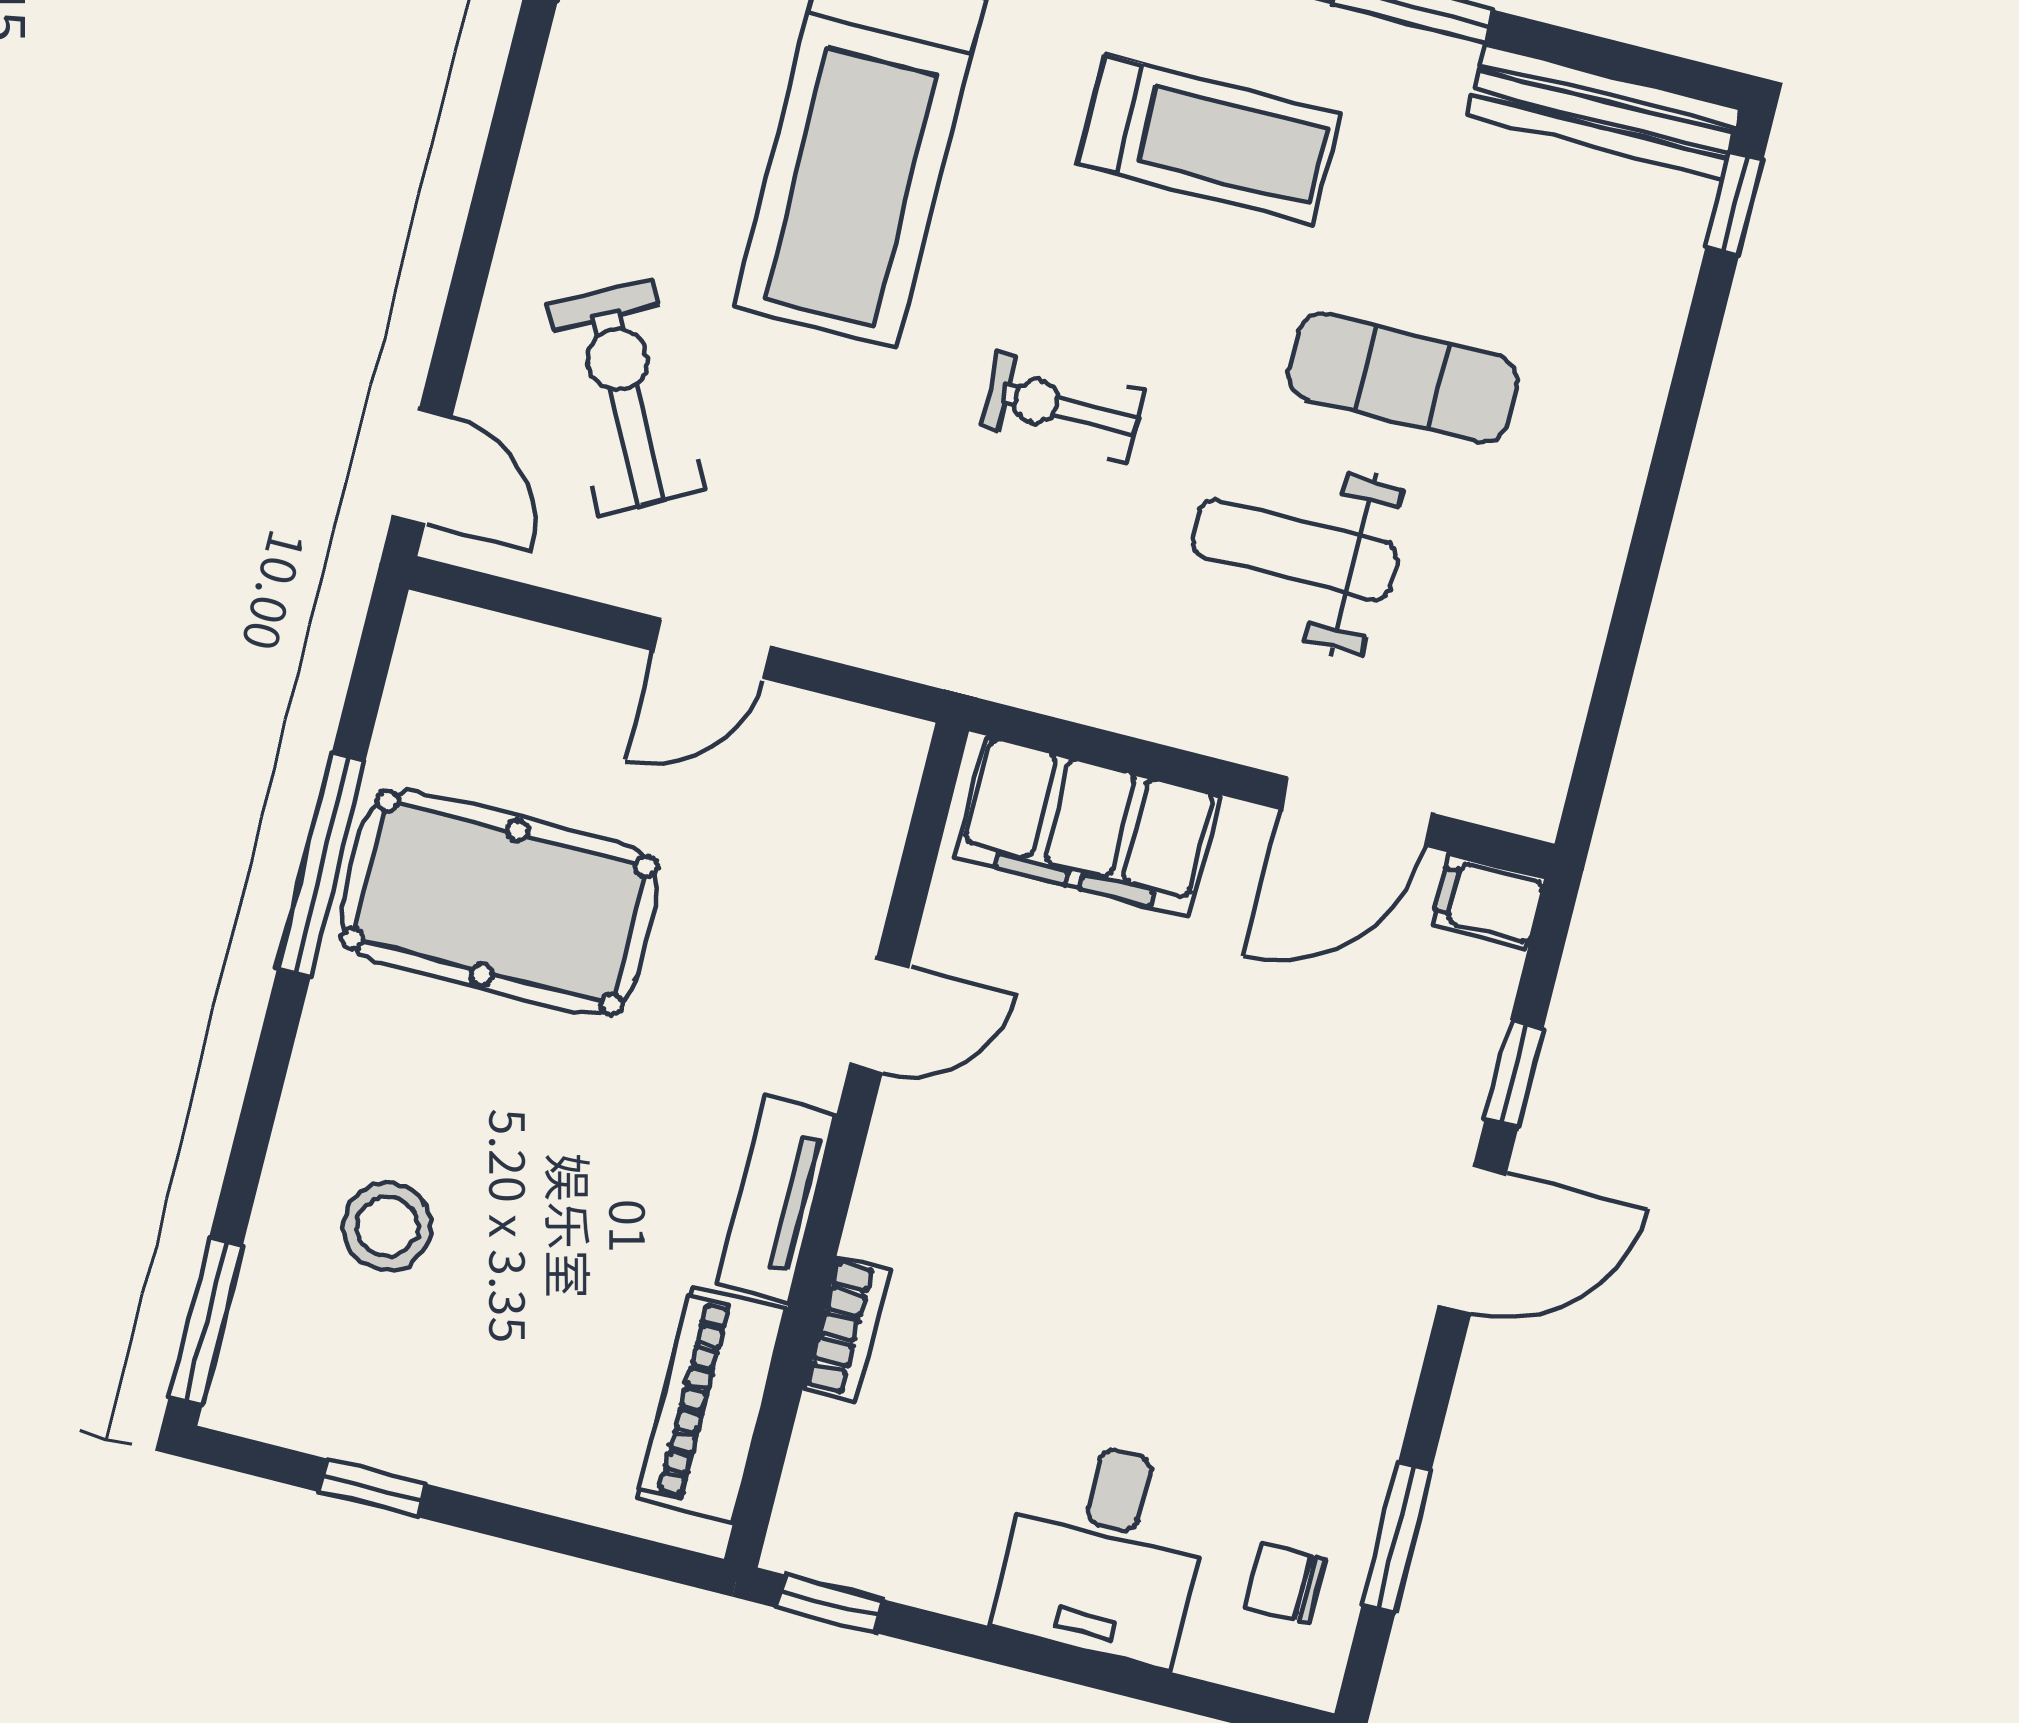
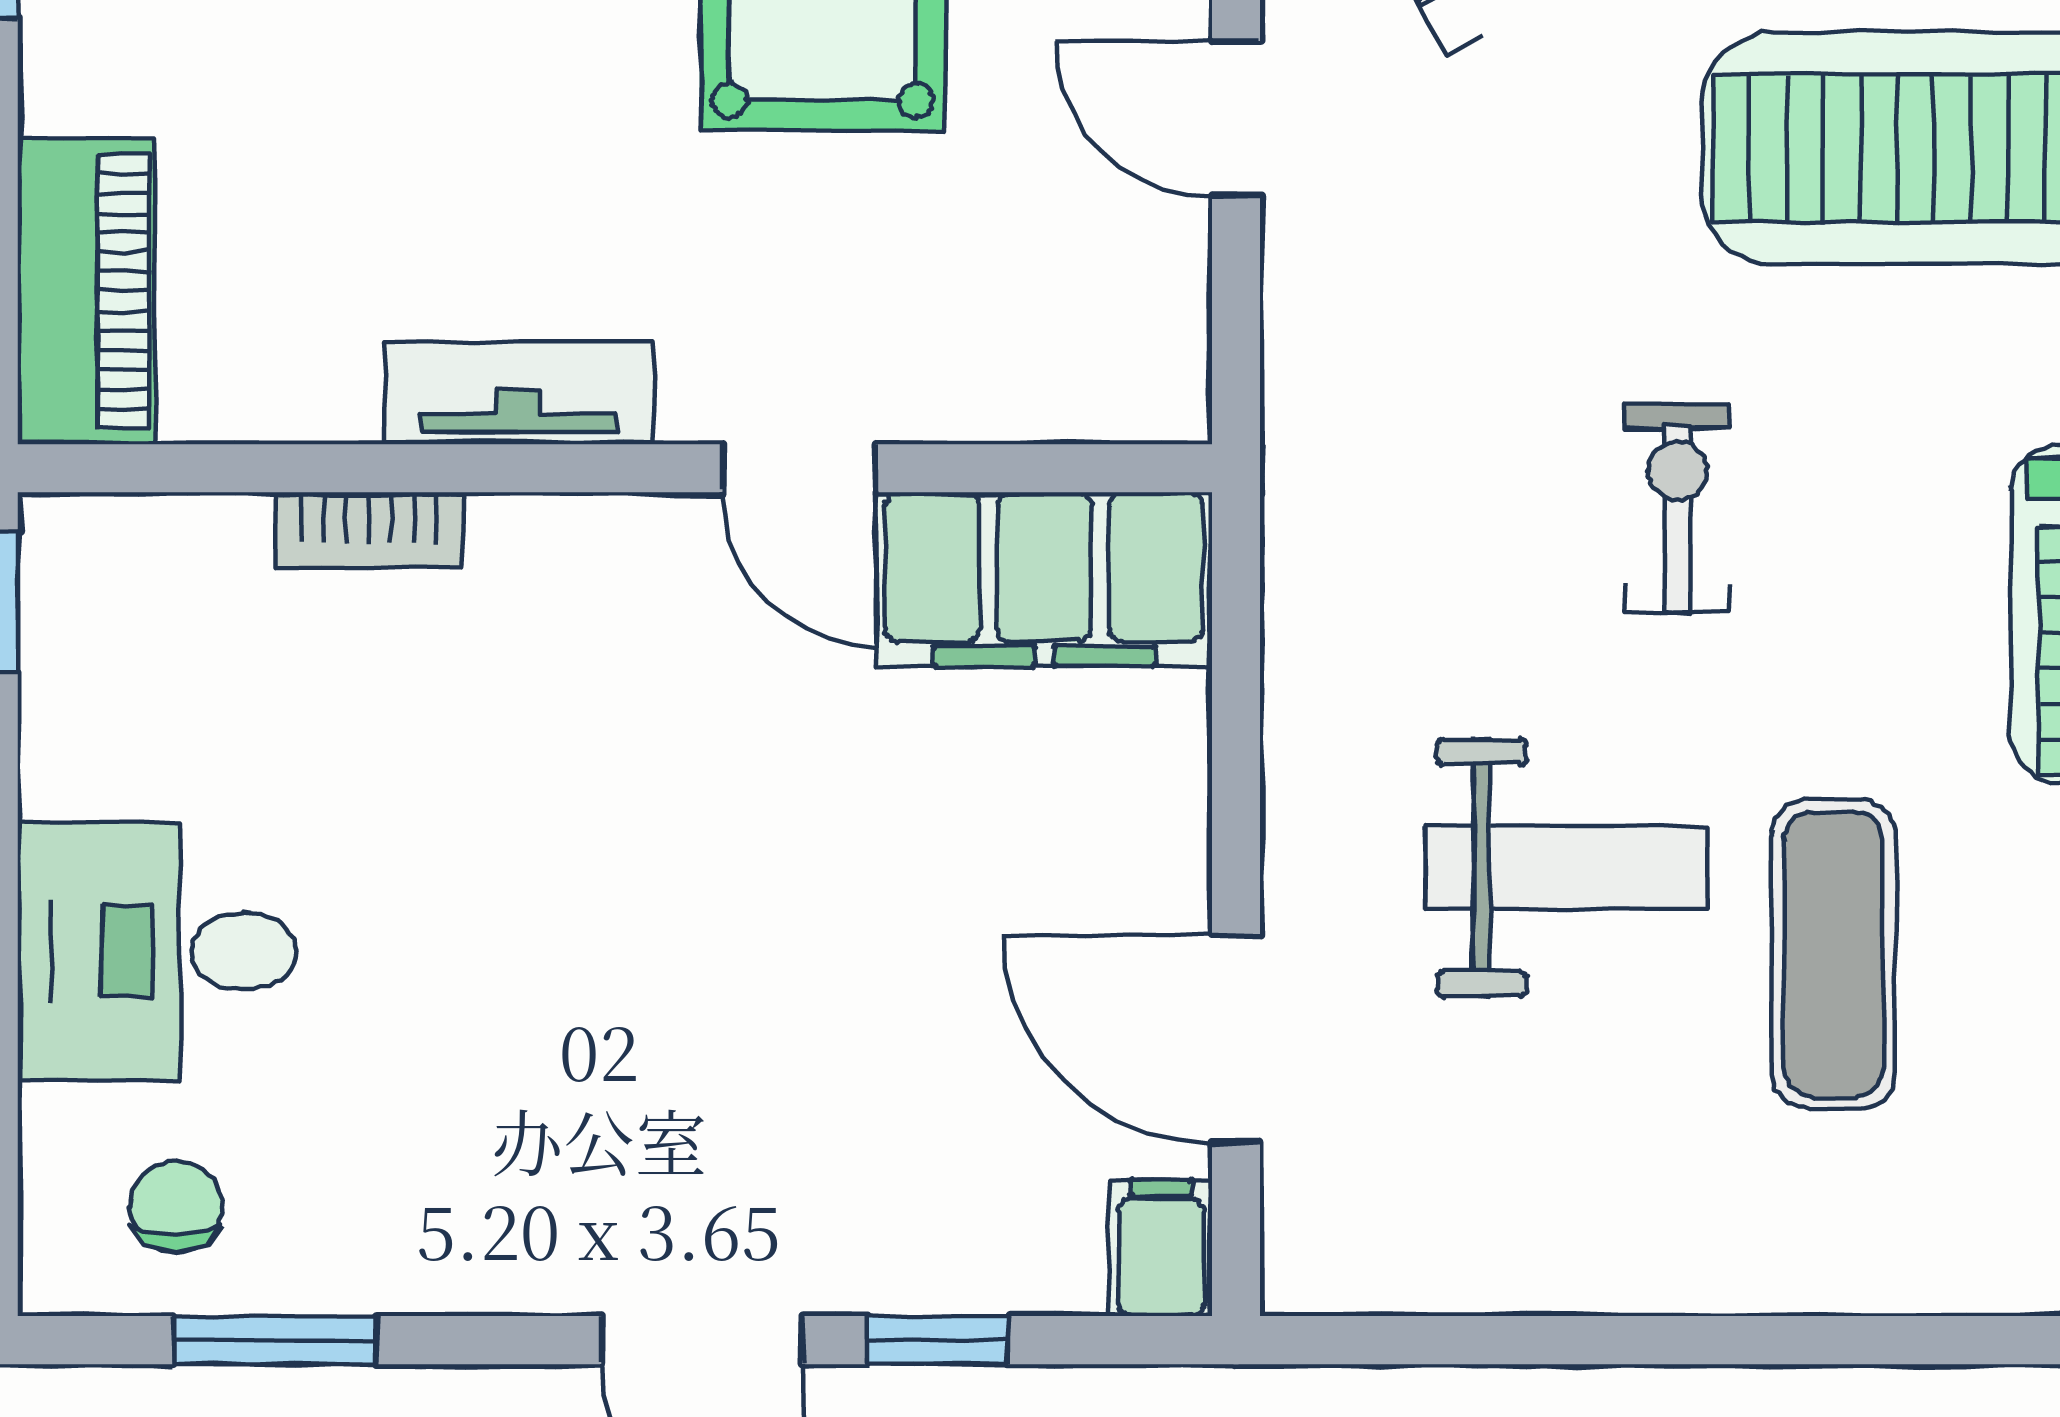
weight bench: (1295, 550) -> (1566, 867), turned 90
filing cabinet: (1088, 826) -> (1044, 579), moved, turned -90
piano: (712, 1404) -> (86, 291), moved, turned 90

